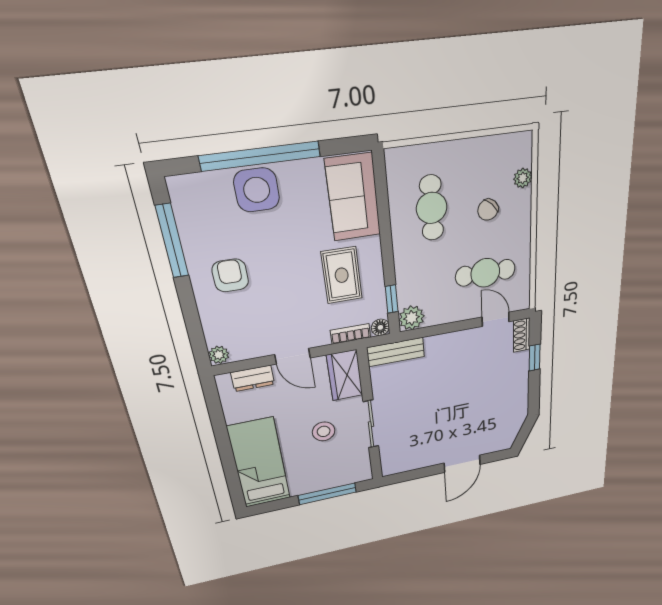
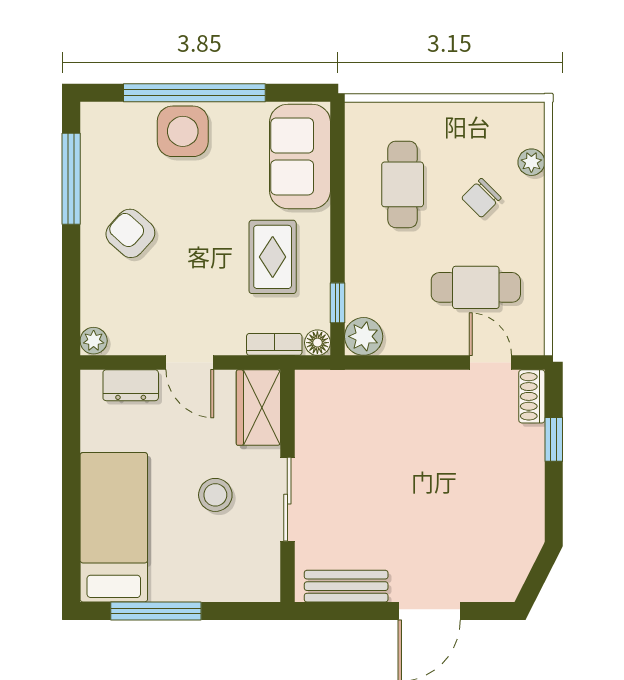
armchair: (230, 275) -> (130, 233), turned -48
bench: (396, 352) -> (346, 586), moved
window: (327, 494) -> (156, 611), moved

